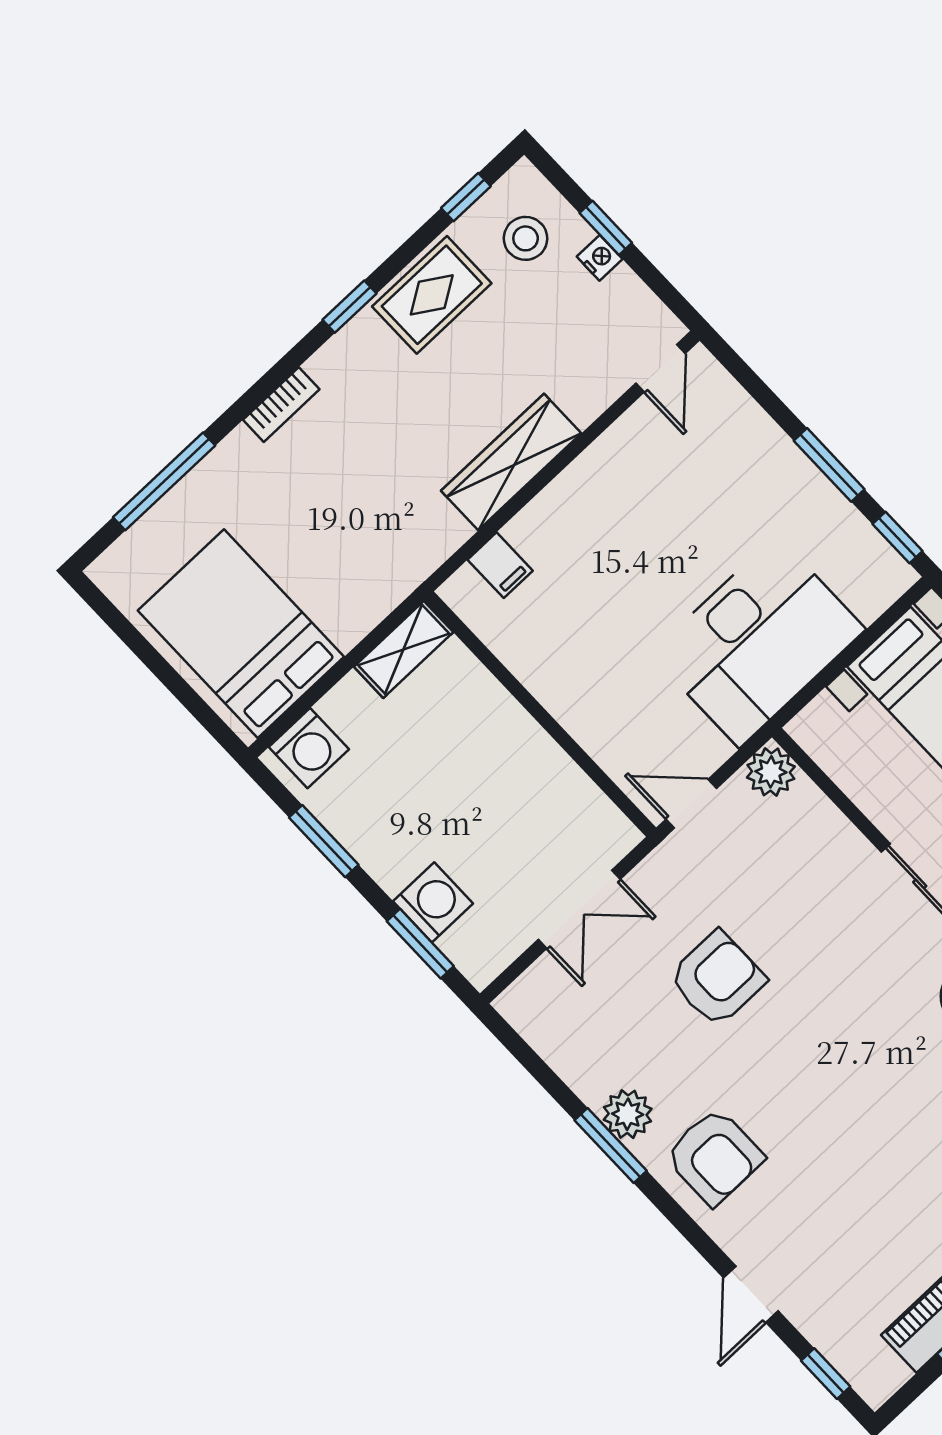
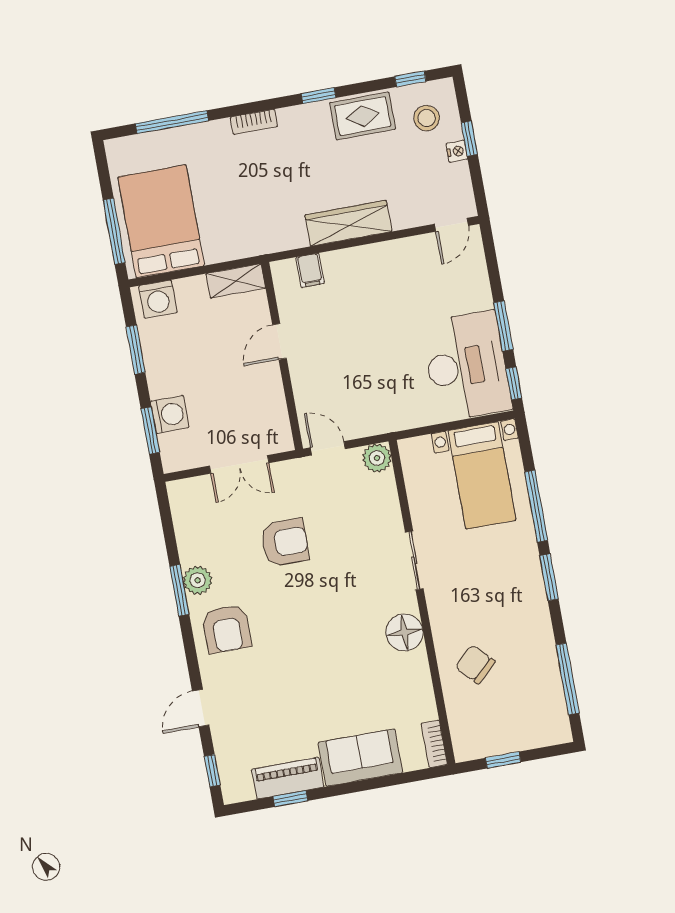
desk: (758, 642) -> (466, 366), moved, turned -90
window: (183, 692) -> (114, 231), added
door: (522, 696) -> (279, 341), added

